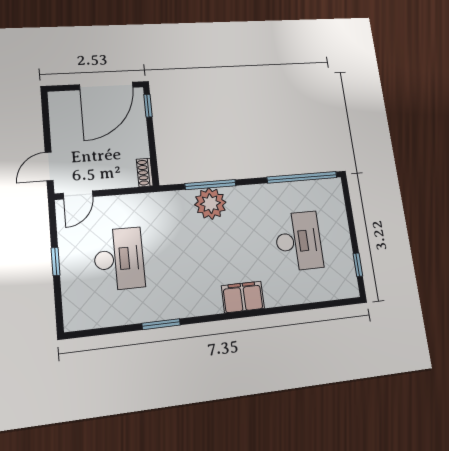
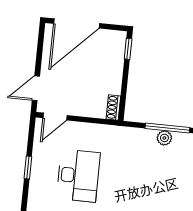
door: (106, 86) -> (77, 23), moved
plant: (210, 204) -> (164, 138), width x0.53, depth x0.53

